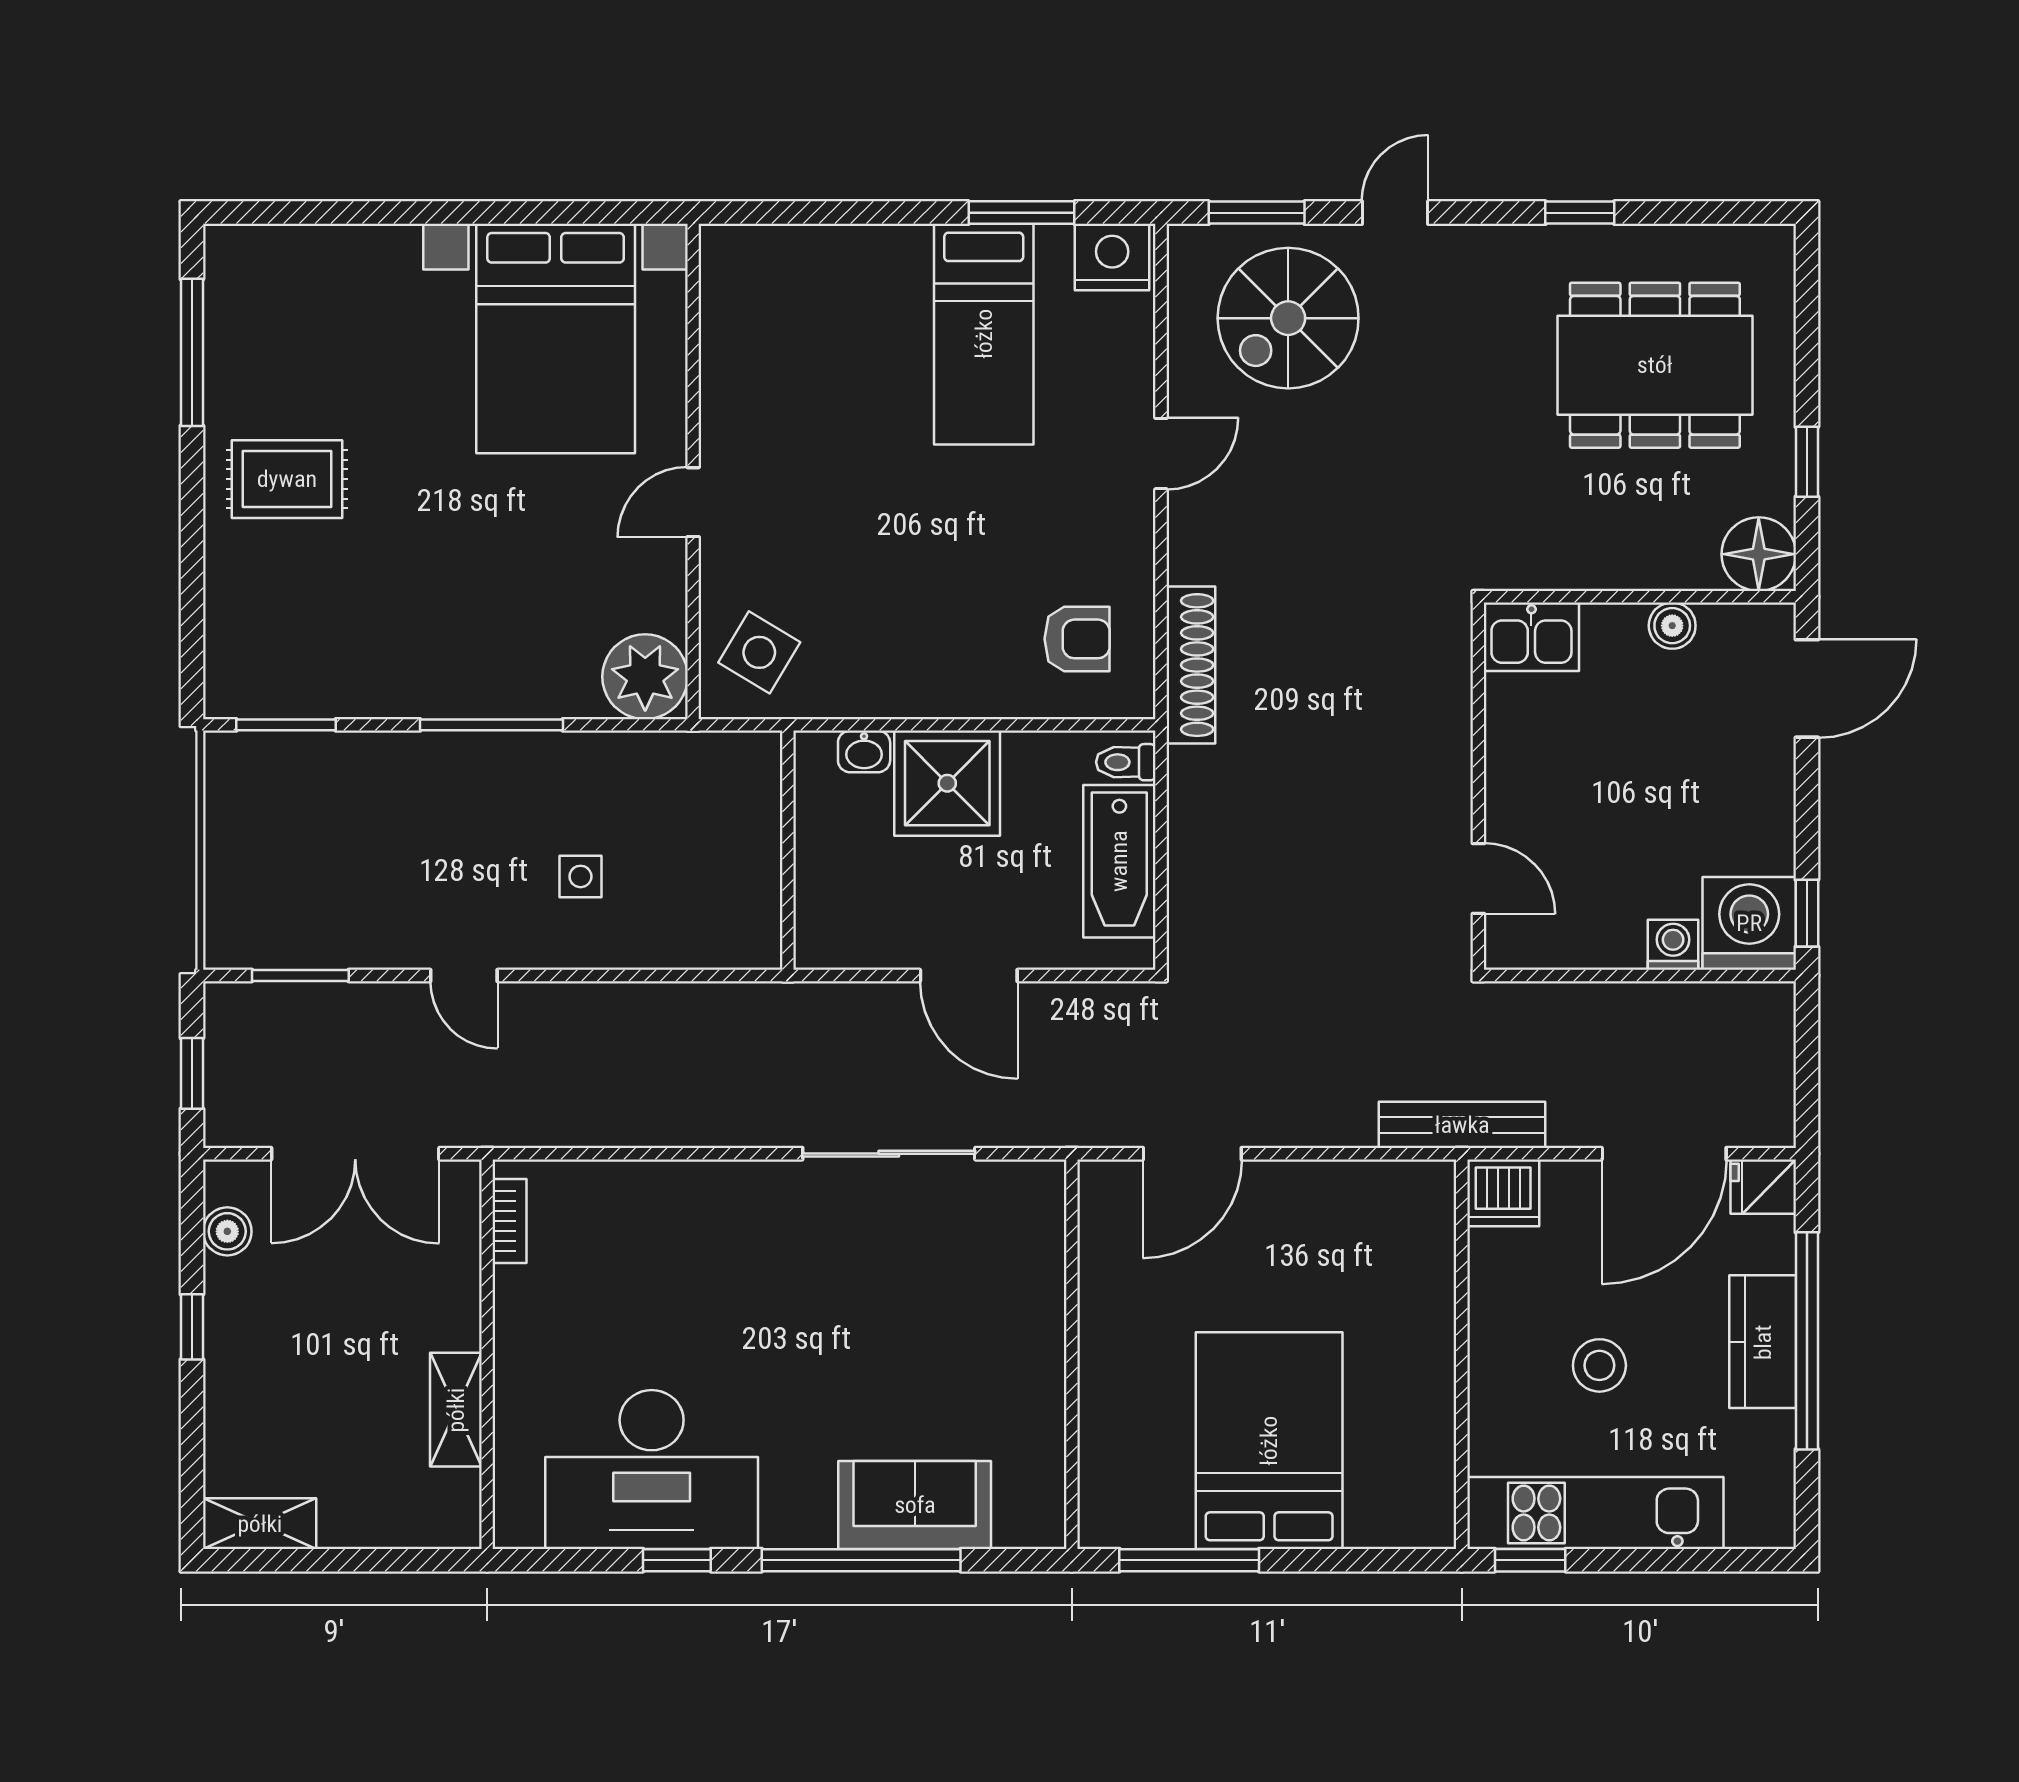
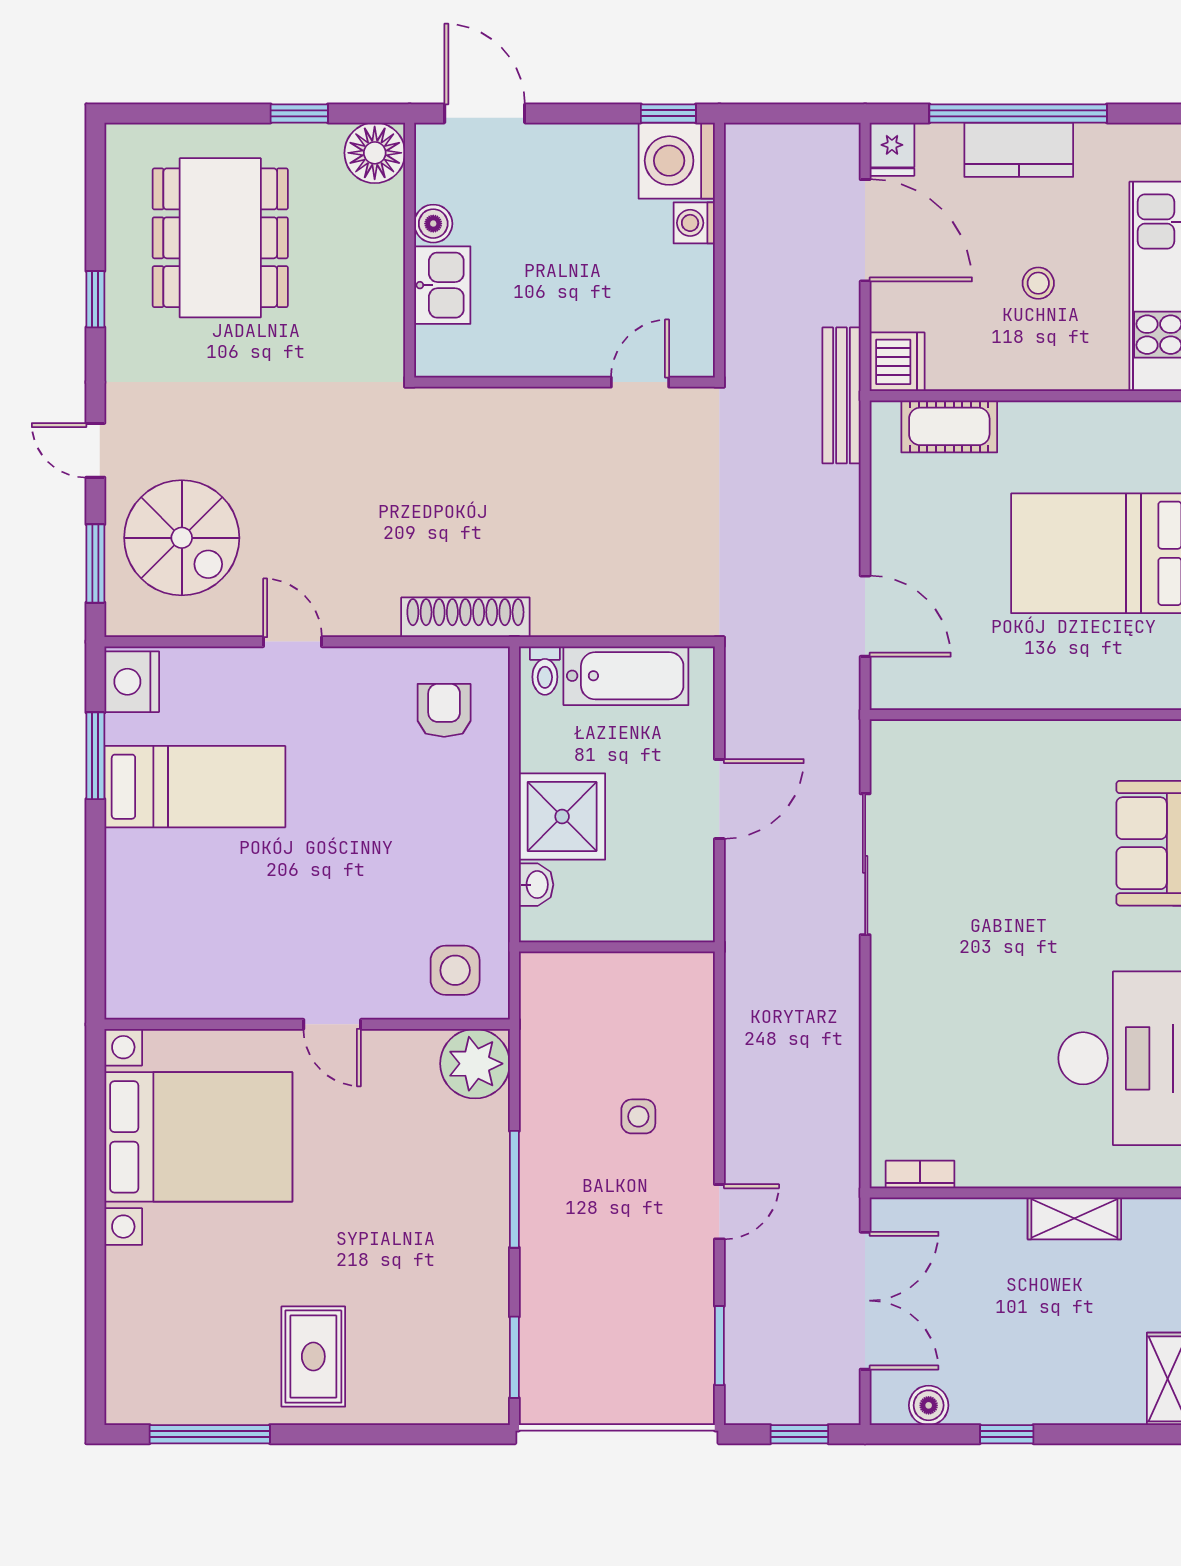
kitchen sink: (1531, 637) -> (442, 285), moved
side table: (759, 652) -> (455, 970), turned -31
cot: (1424, 1257) -> (949, 426), added
stool: (1599, 1365) -> (1038, 283), width x0.73, depth x0.73

